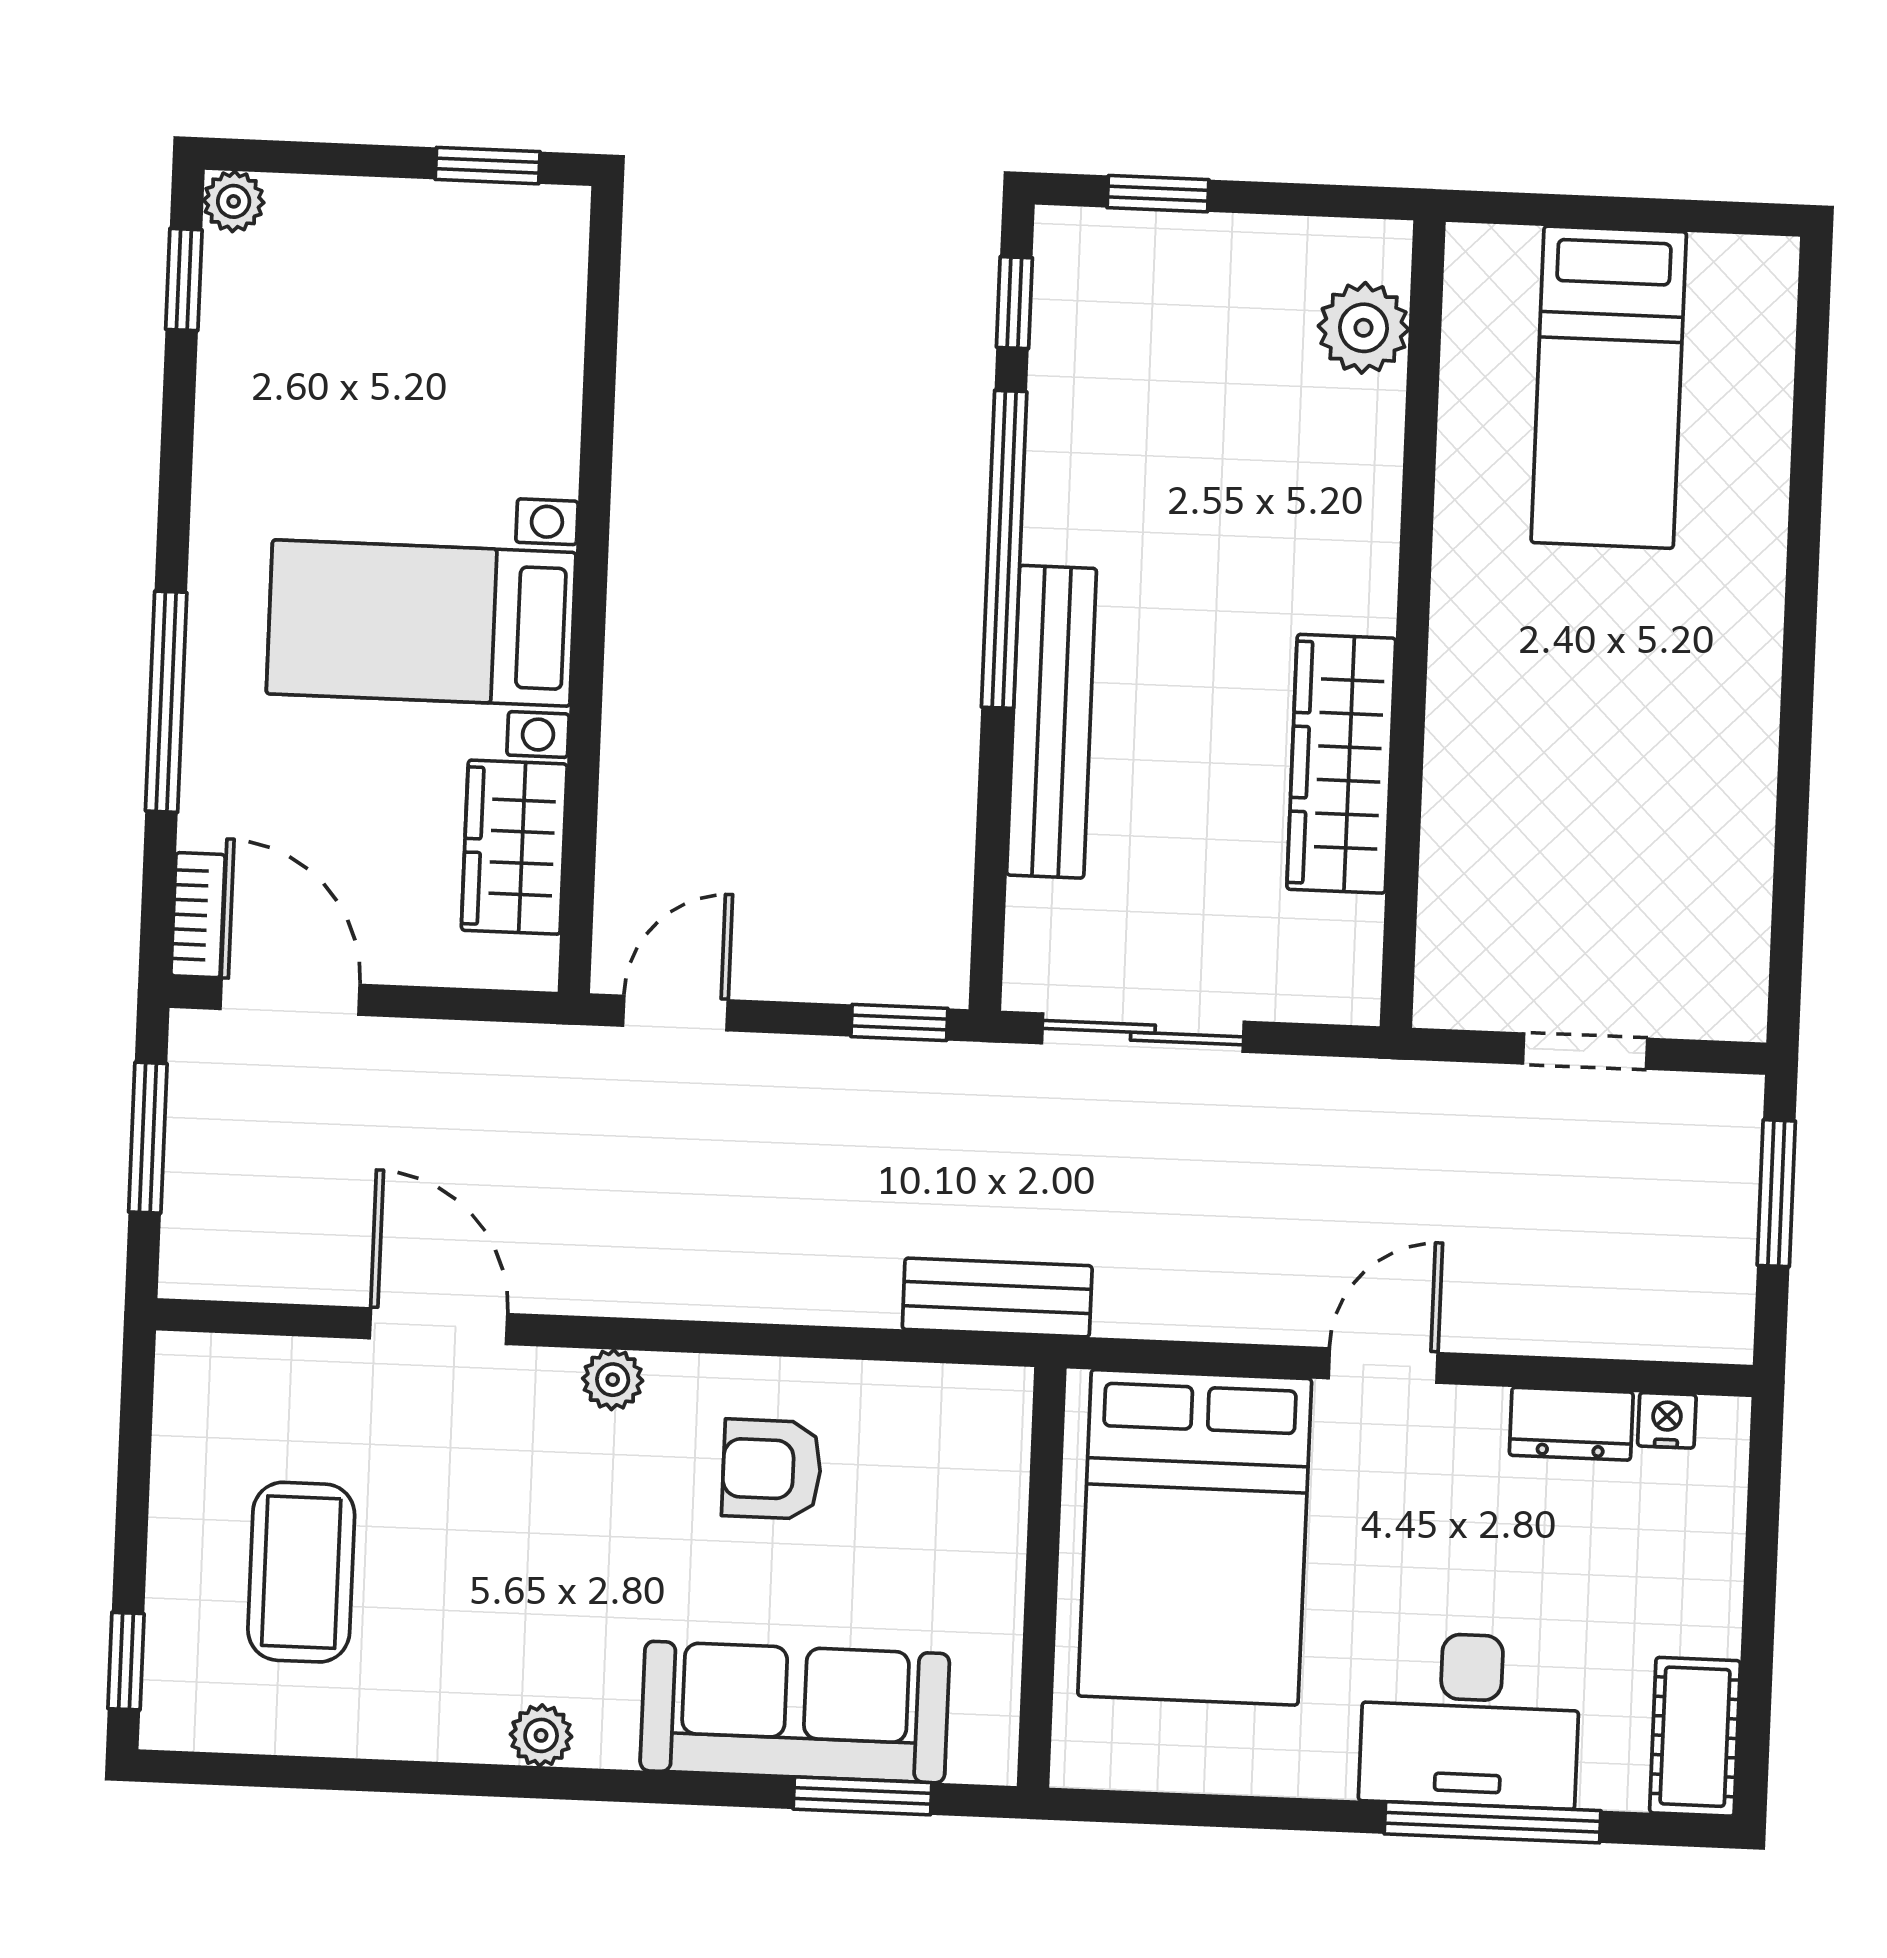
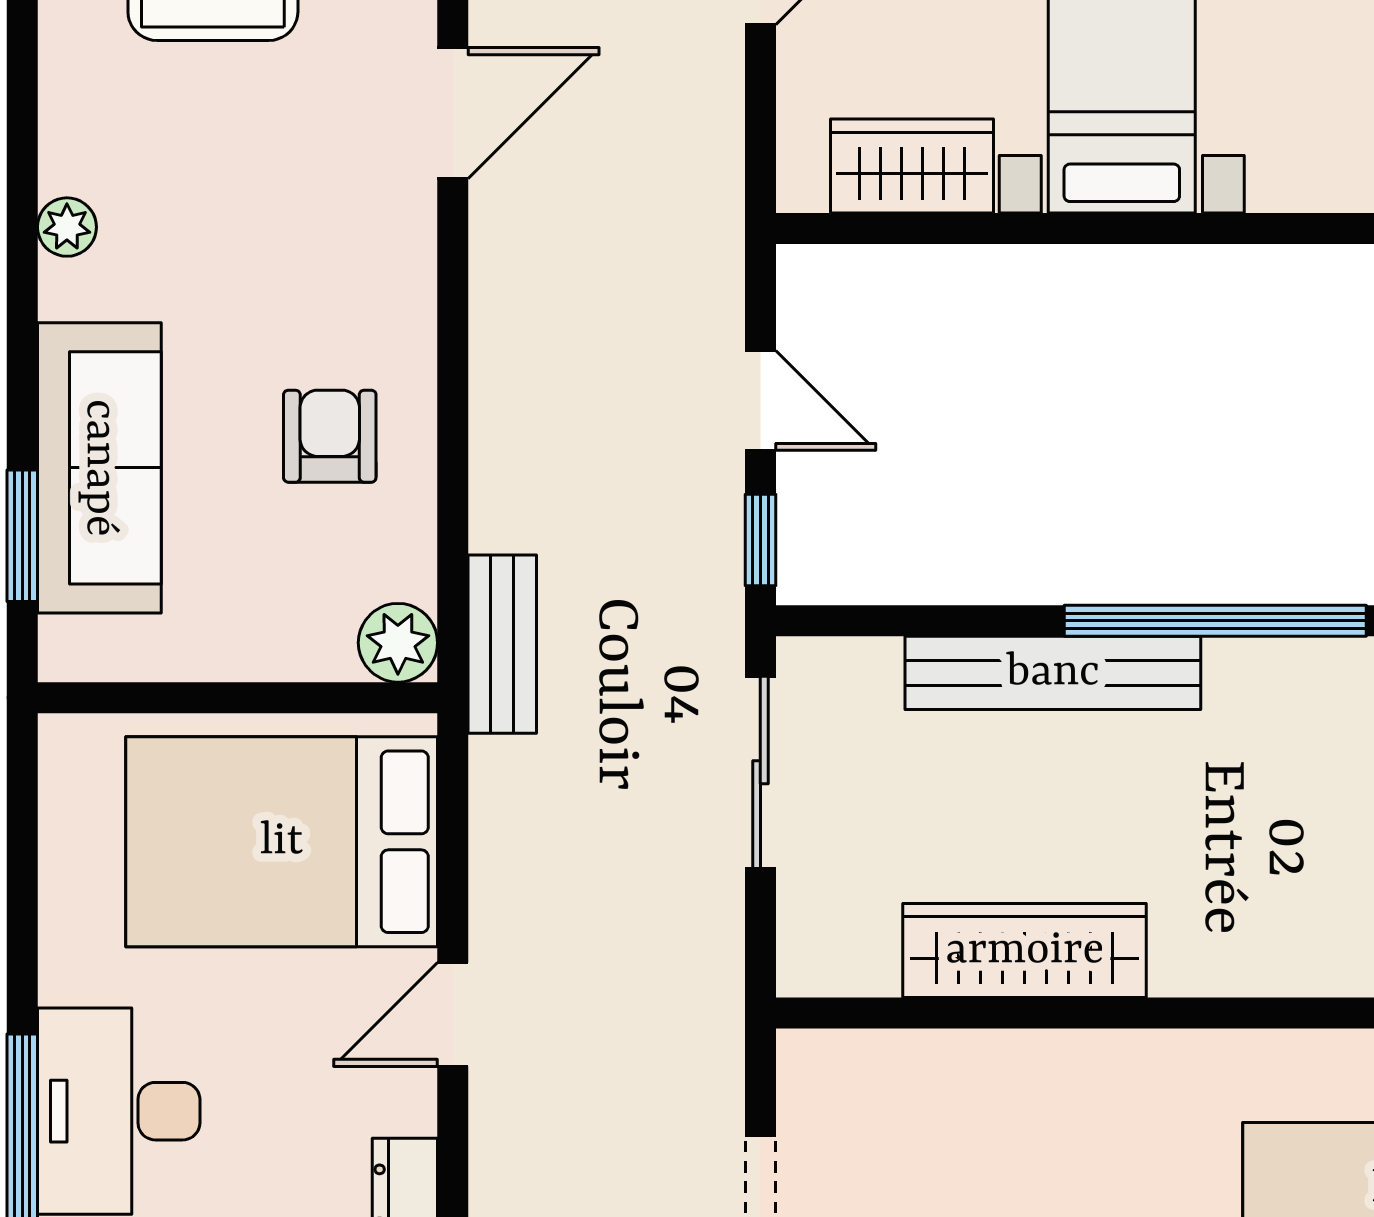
door: (675, 1013) -> (760, 400), moved
door: (1383, 1366) -> (453, 1014), swing flipped
plant: (613, 1380) -> (398, 643), moved, width x1.38, depth x1.38

